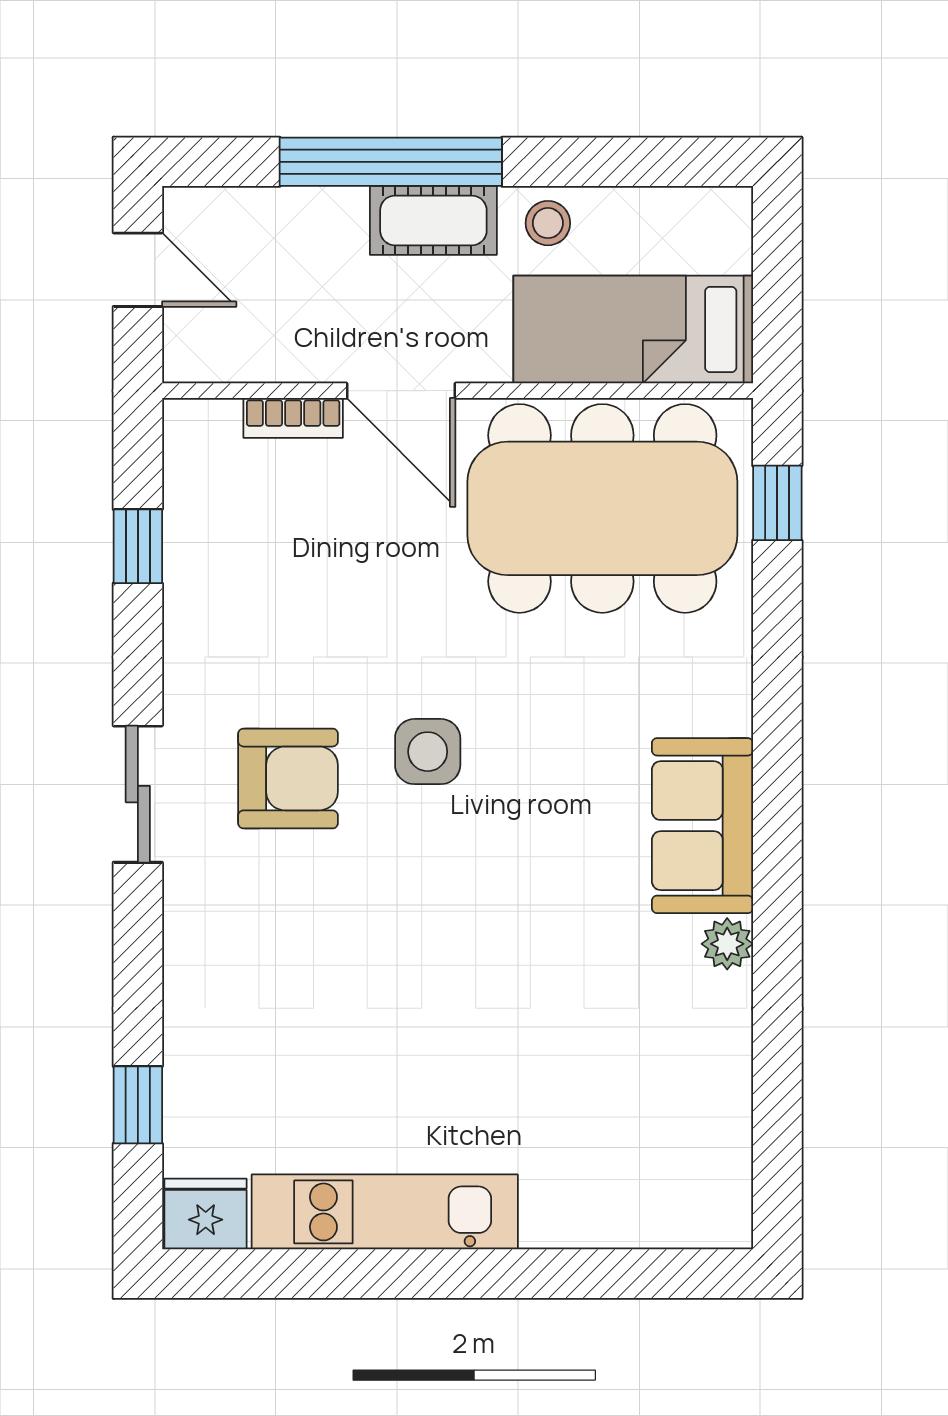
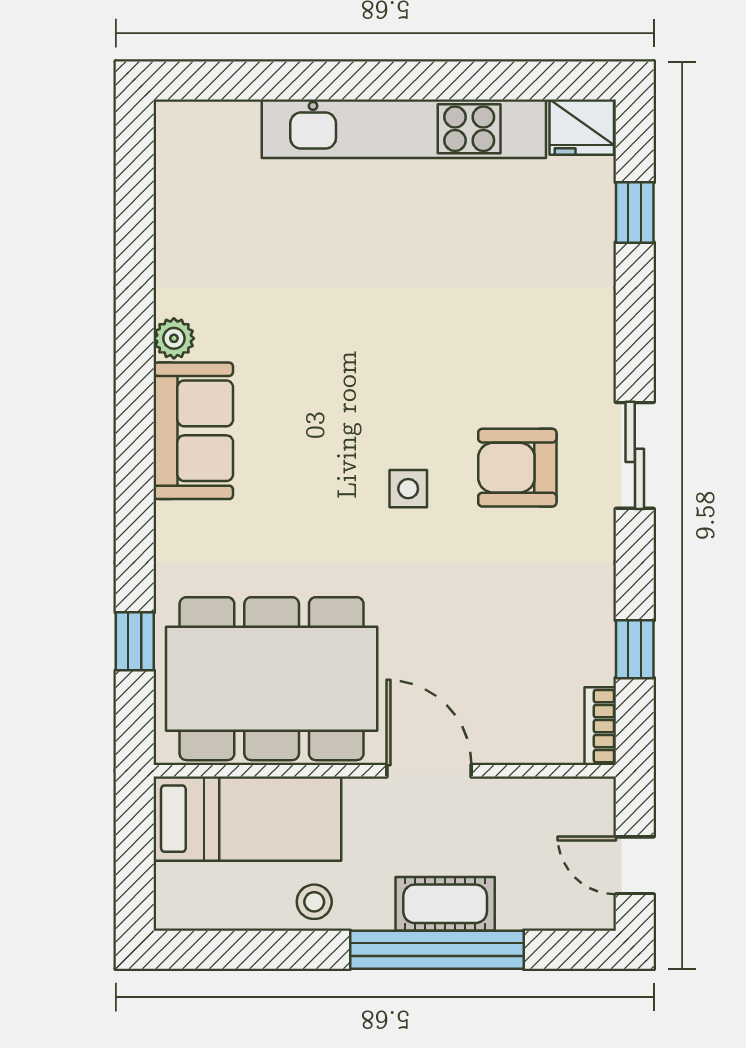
cot: (433, 220) -> (445, 904), moved
bookcase: (293, 418) -> (600, 726), moved, turned -90
window: (777, 503) -> (135, 641), moved
side table: (428, 752) -> (408, 489), width x0.73, depth x0.73
kitchen unit: (385, 1212) -> (404, 129), width x1.36

